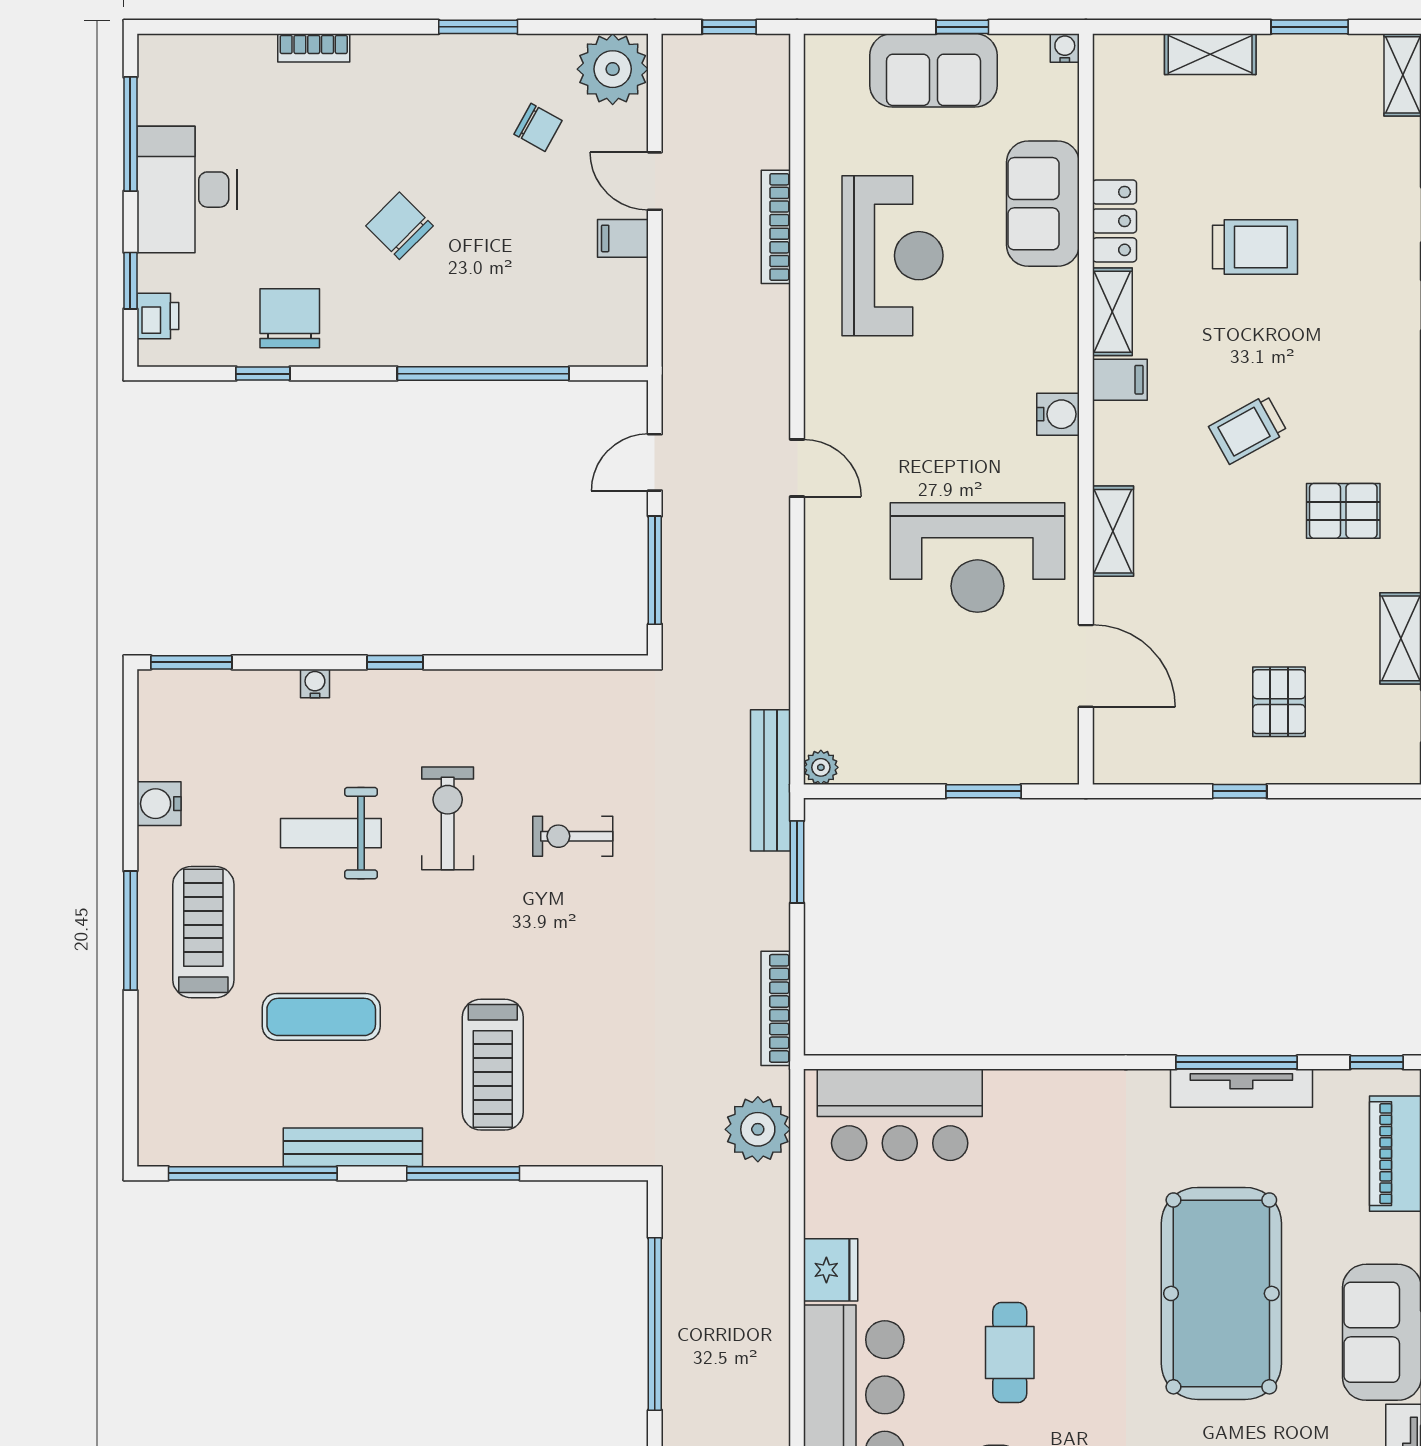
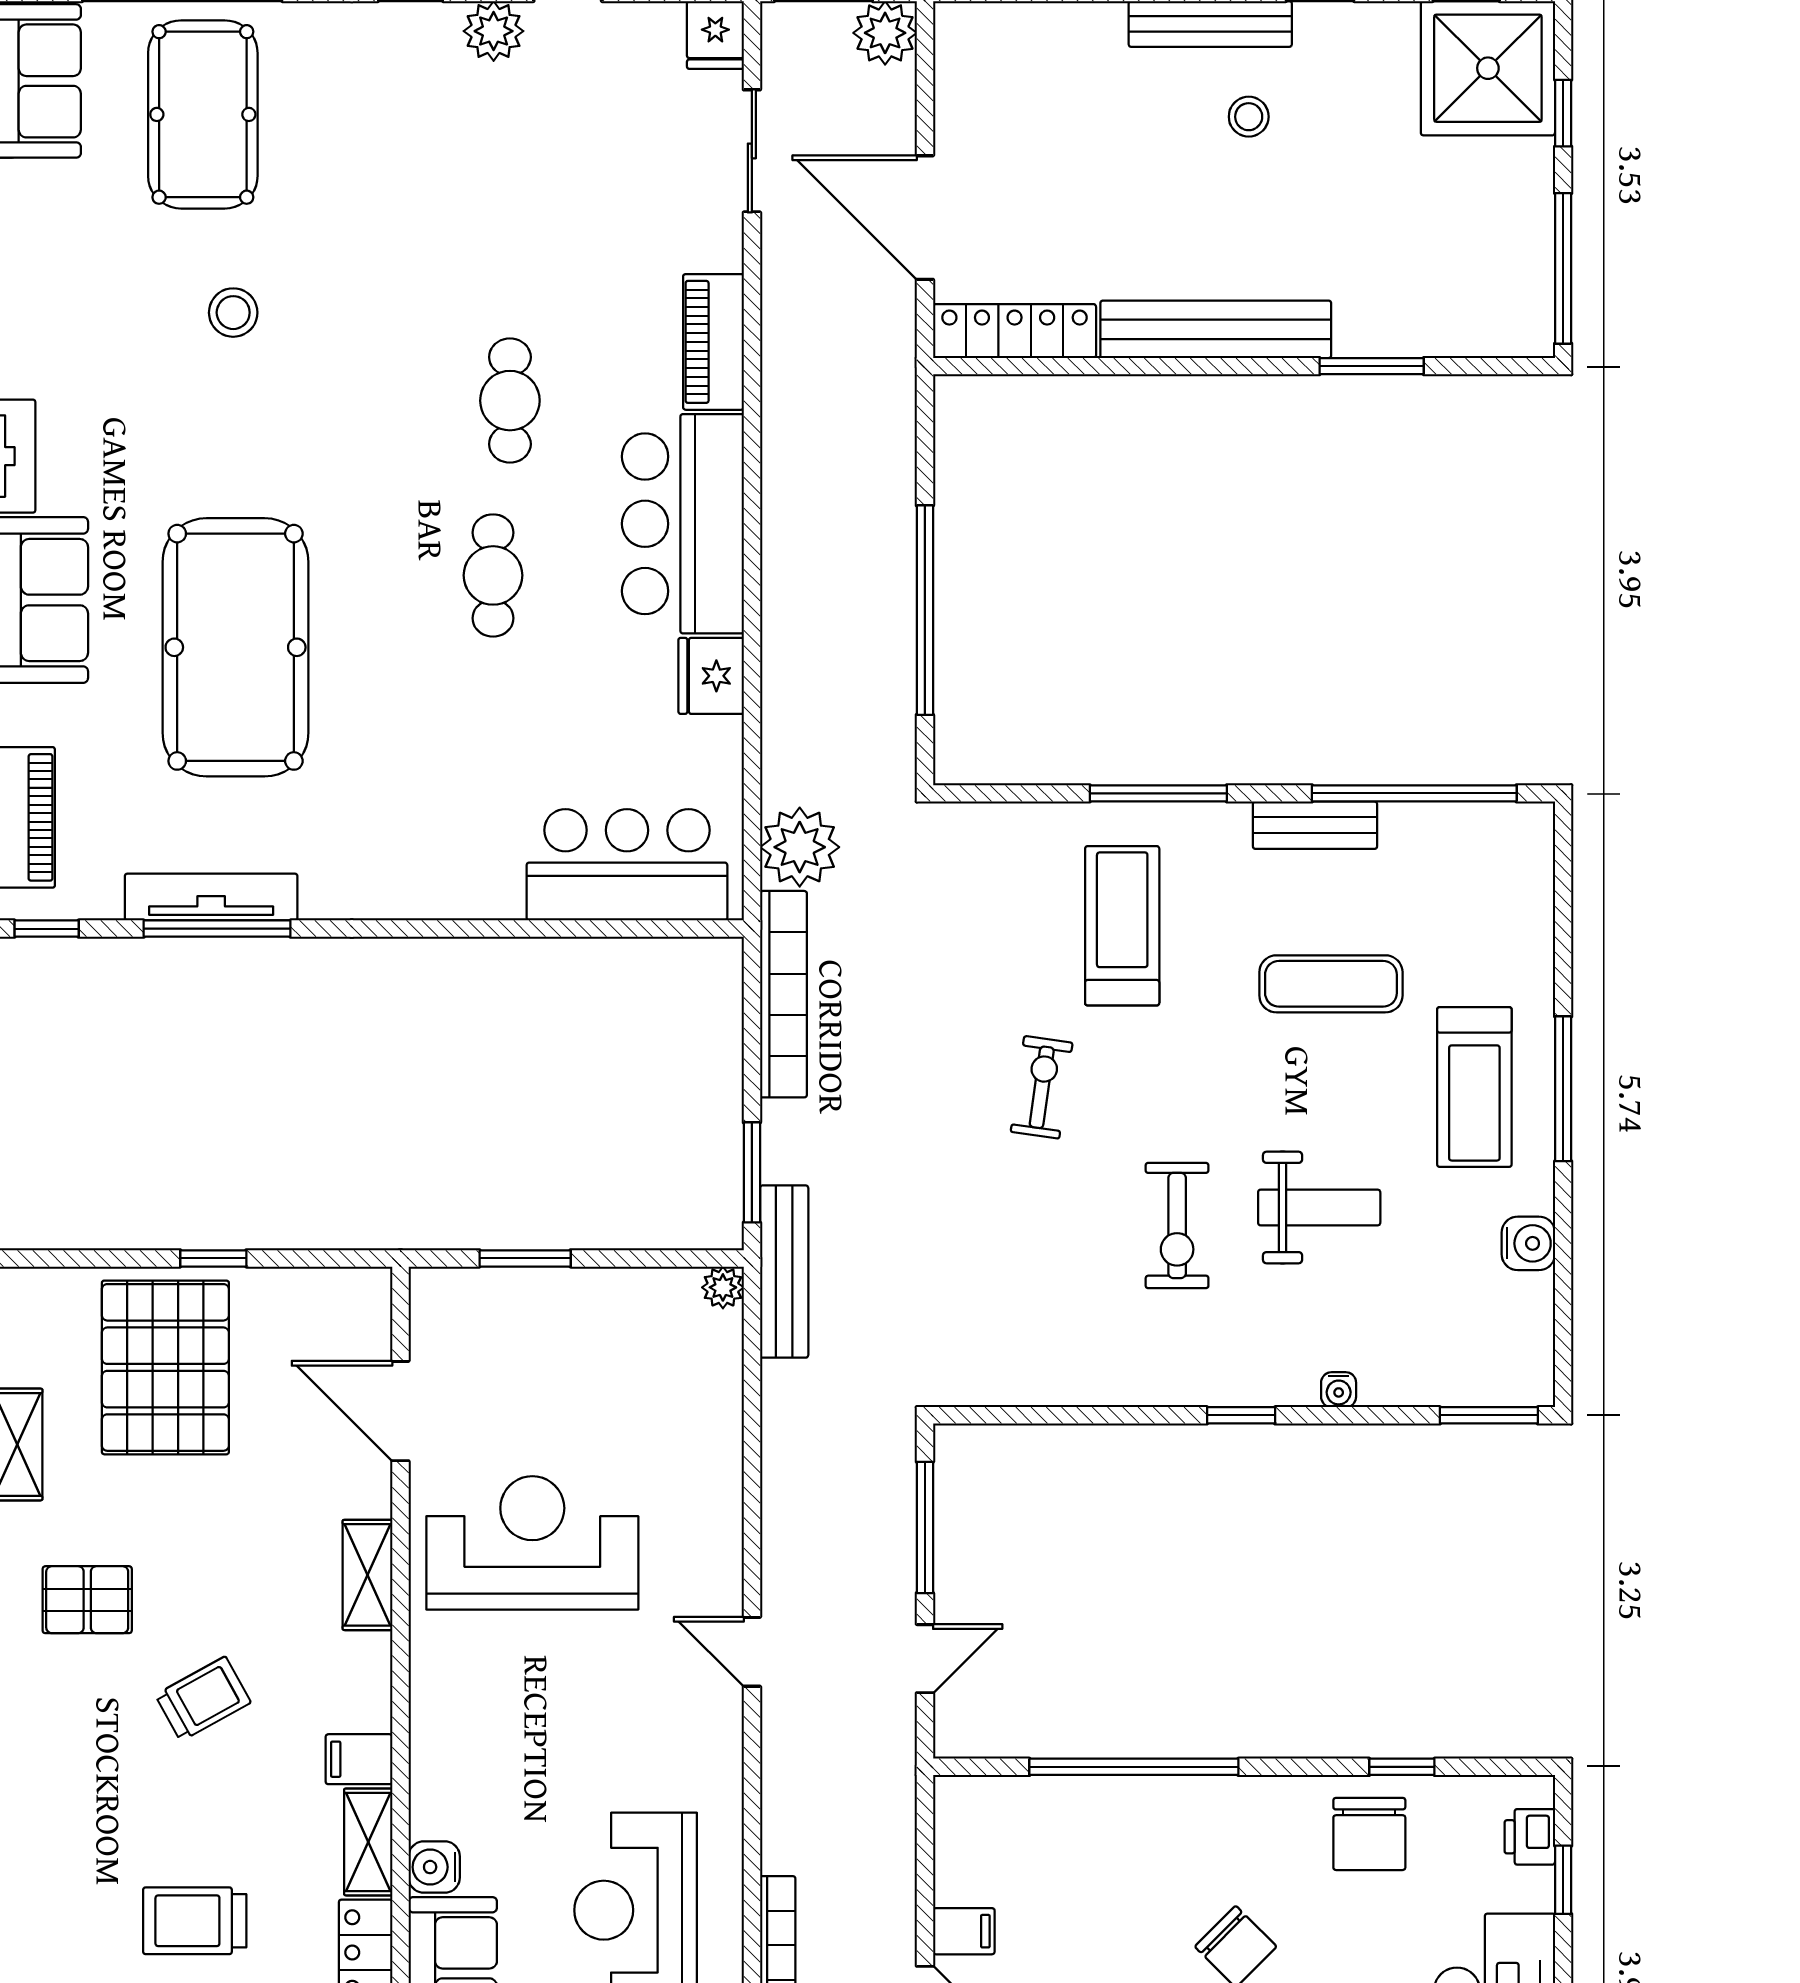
water cooler: (1058, 414) -> (434, 1867), moved
pallet: (1279, 702) -> (165, 1367), width x2.05, depth x2.00
exercise bike: (573, 836) -> (1042, 1087), moved, turned -82
bookcase: (776, 1008) -> (783, 994), width x1.48, depth x1.31
bench: (353, 1147) -> (1315, 825), width x0.73

